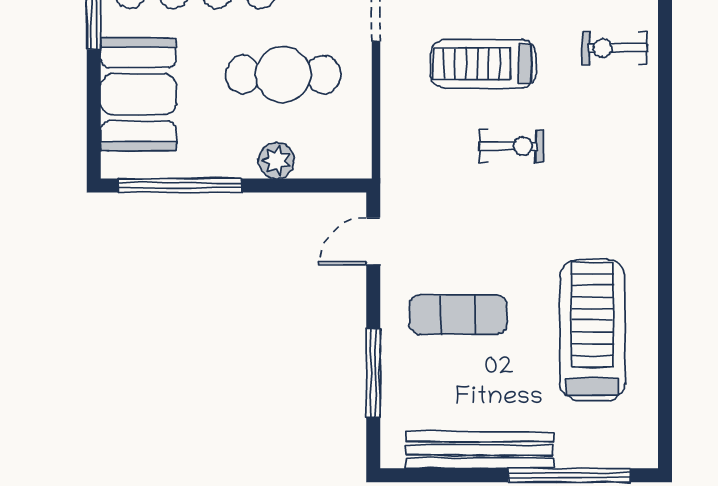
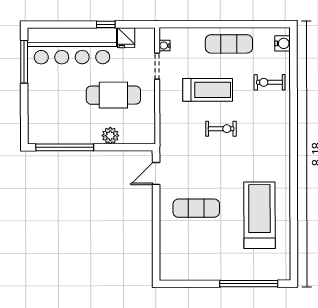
treadmill: (483, 64) -> (208, 90), turned 180
booth: (139, 94) -> (45, 105), removed
window: (373, 373) -> (156, 236), removed
bench: (480, 450) -> (206, 272), removed

